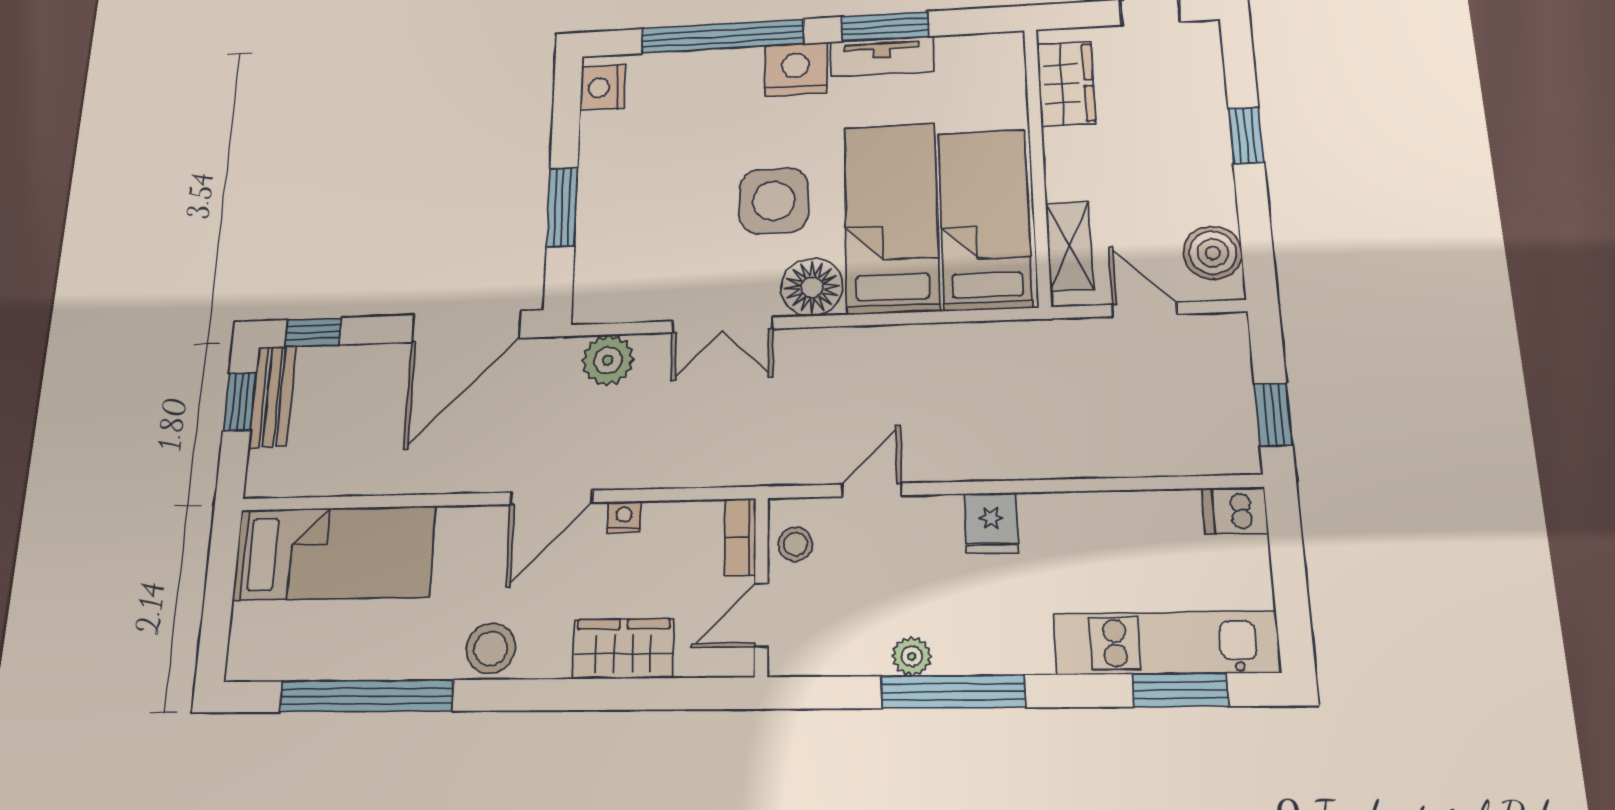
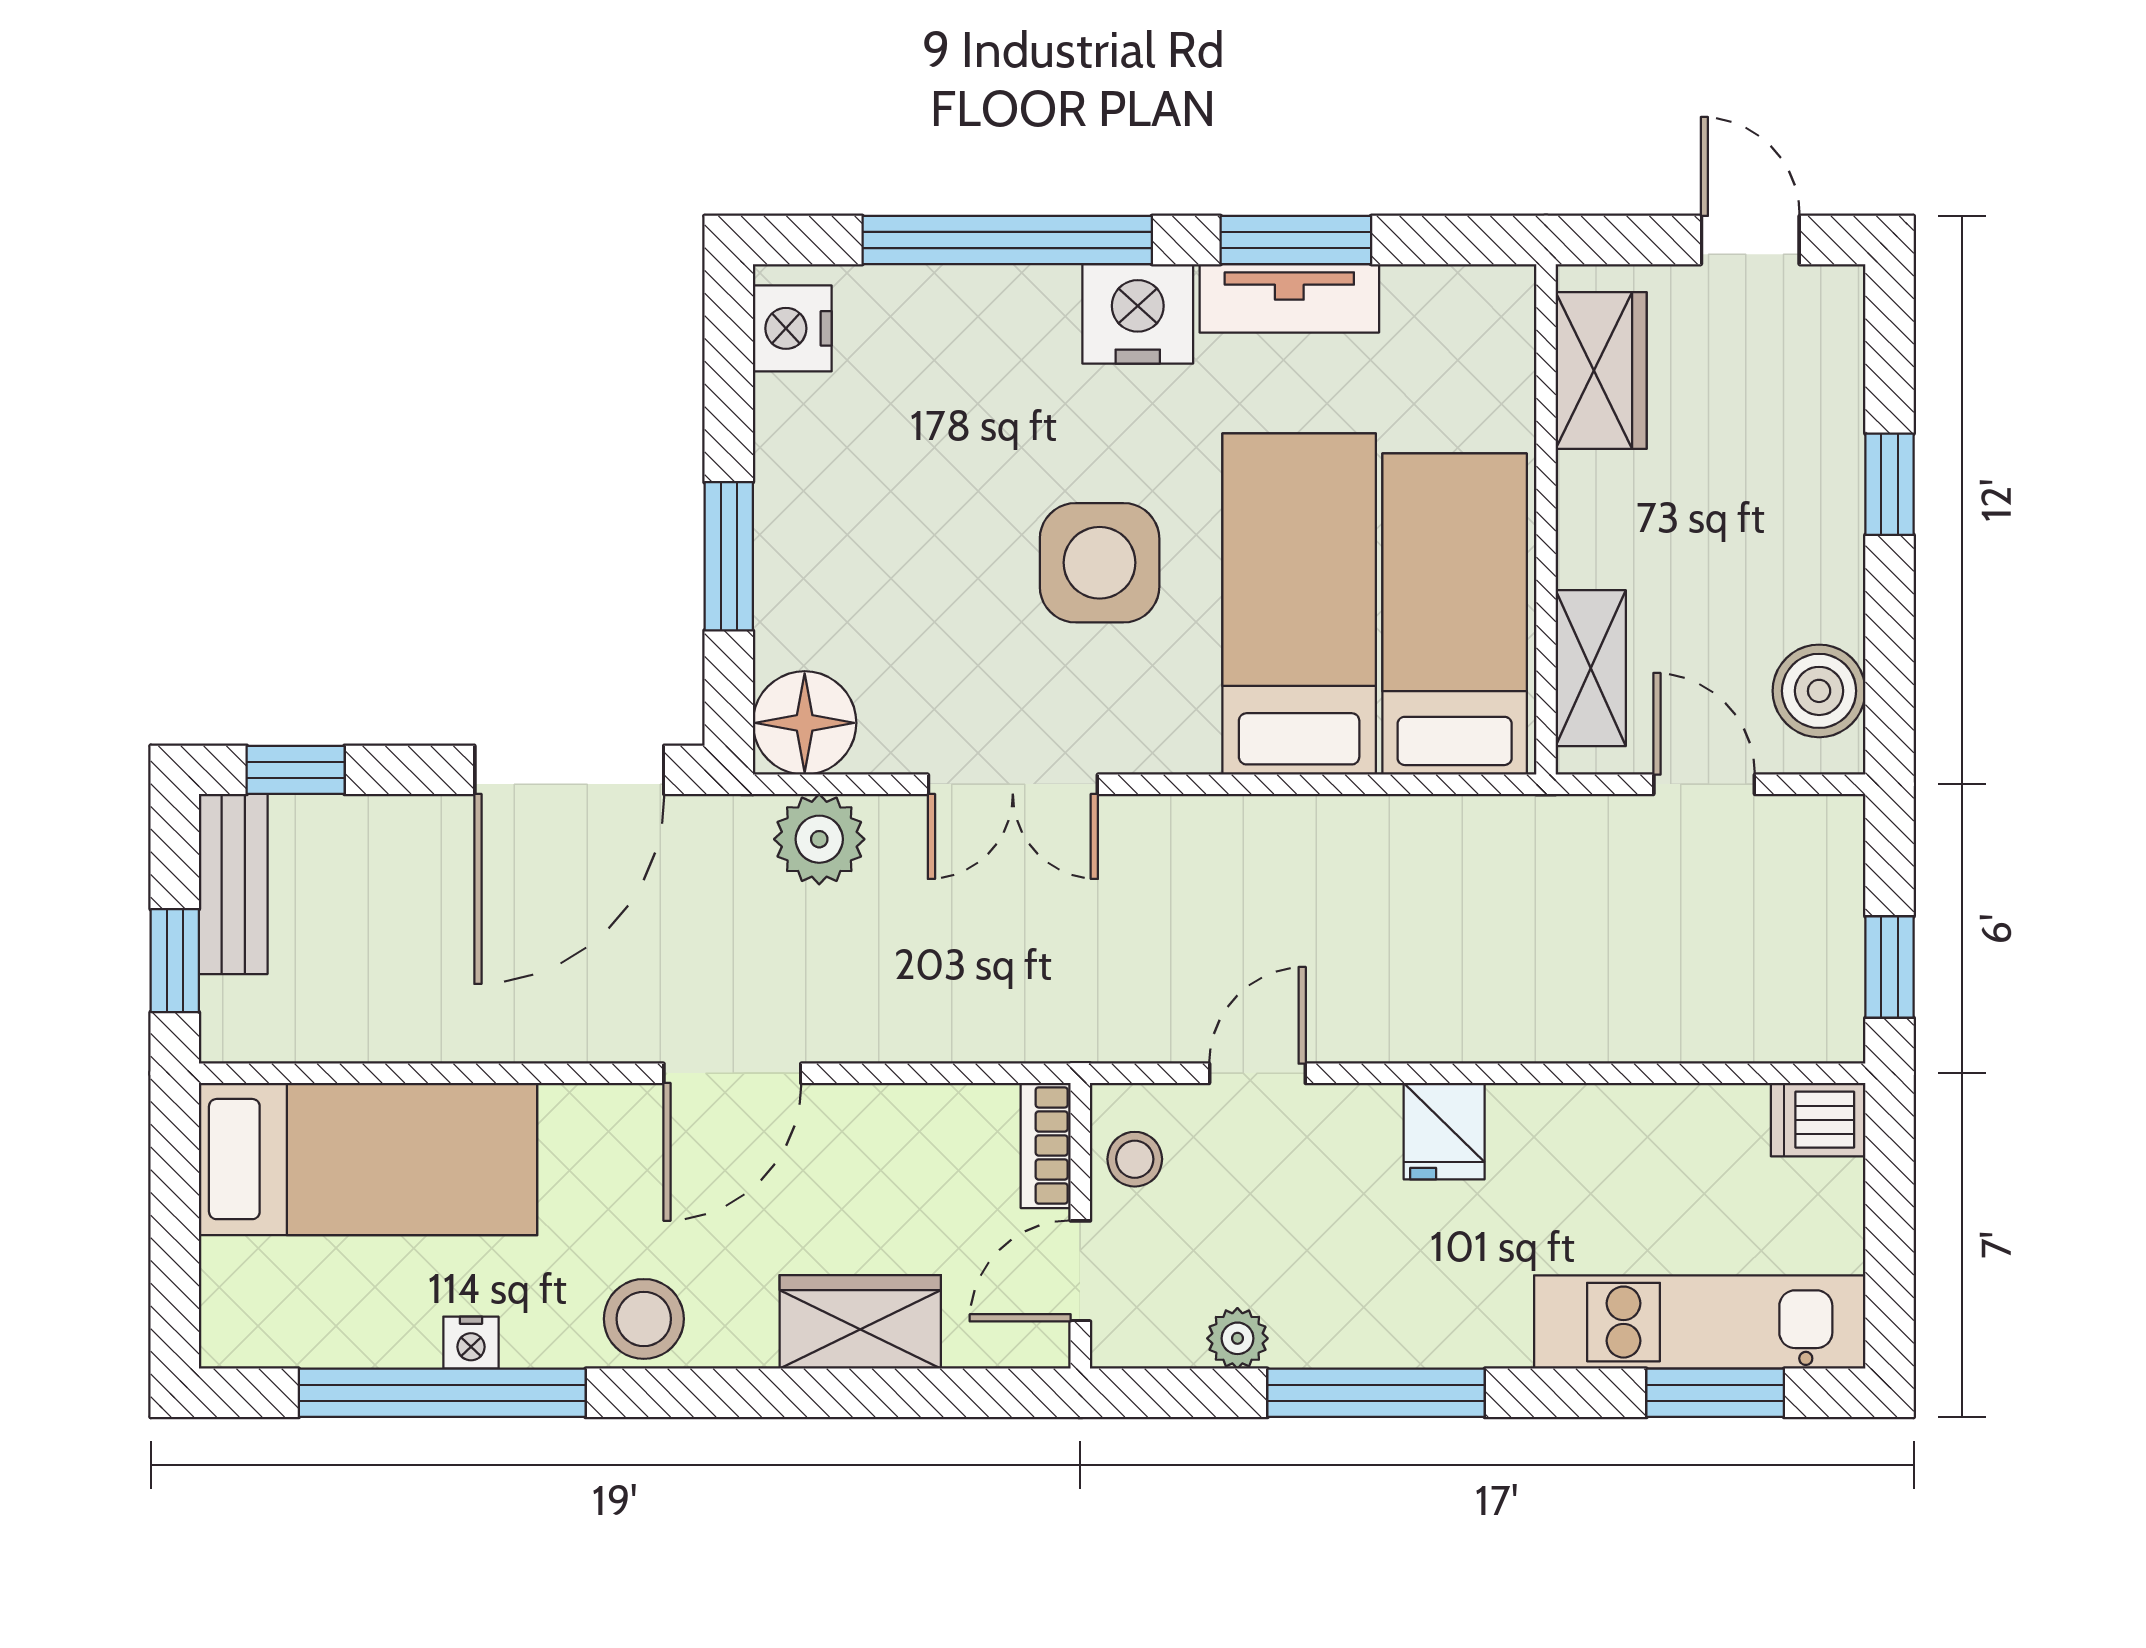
floor lamp: (812, 287) -> (805, 723), moved
window: (240, 402) -> (175, 961), moved
nightstand: (624, 517) -> (471, 1343), moved, turned 180
plant: (912, 656) -> (1237, 1338), moved

